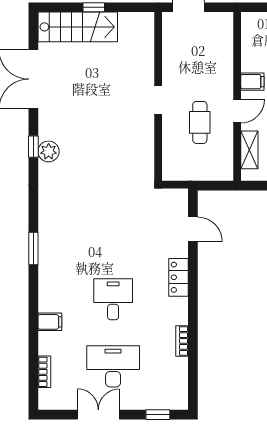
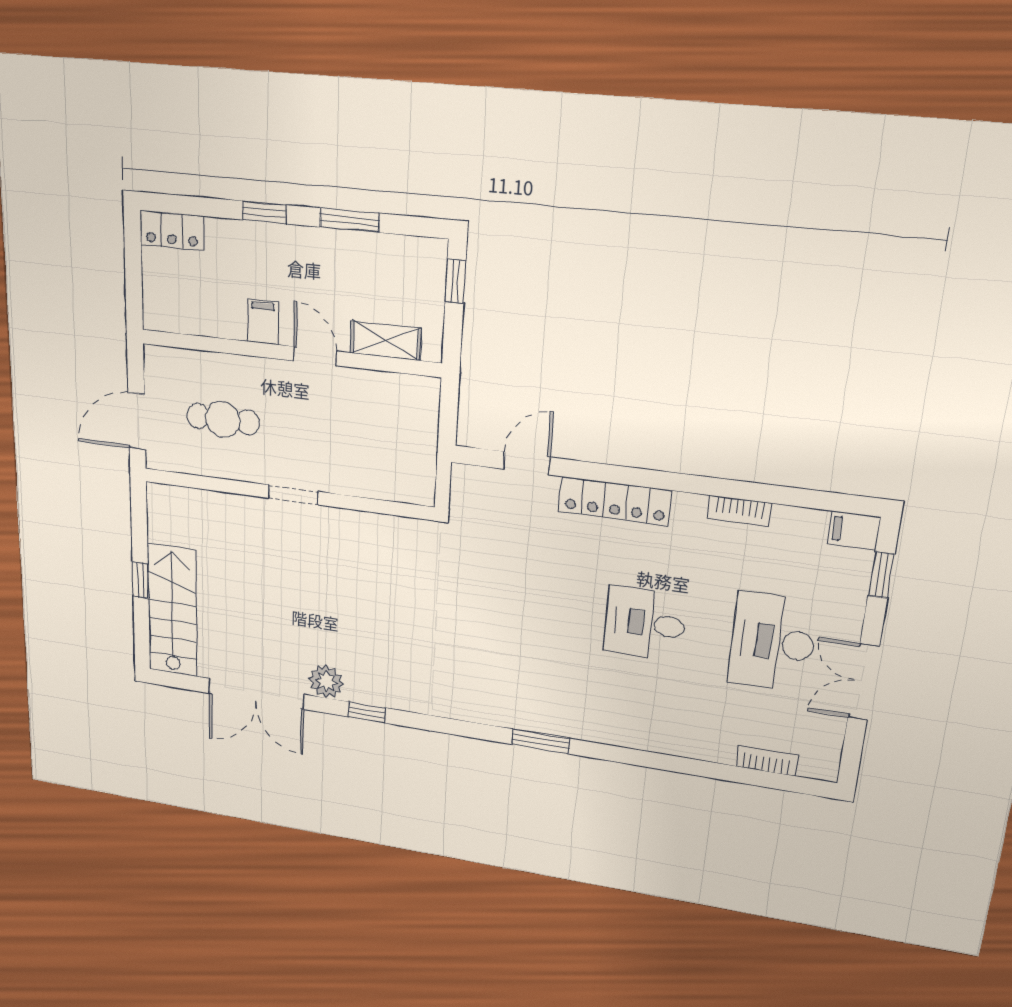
cafe table: (200, 122) -> (223, 419), moved
plant: (49, 151) -> (326, 682), moved
locker: (179, 277) -> (615, 501), width x1.53
filing cabinet: (50, 322) -> (854, 531), moved, turned -90

